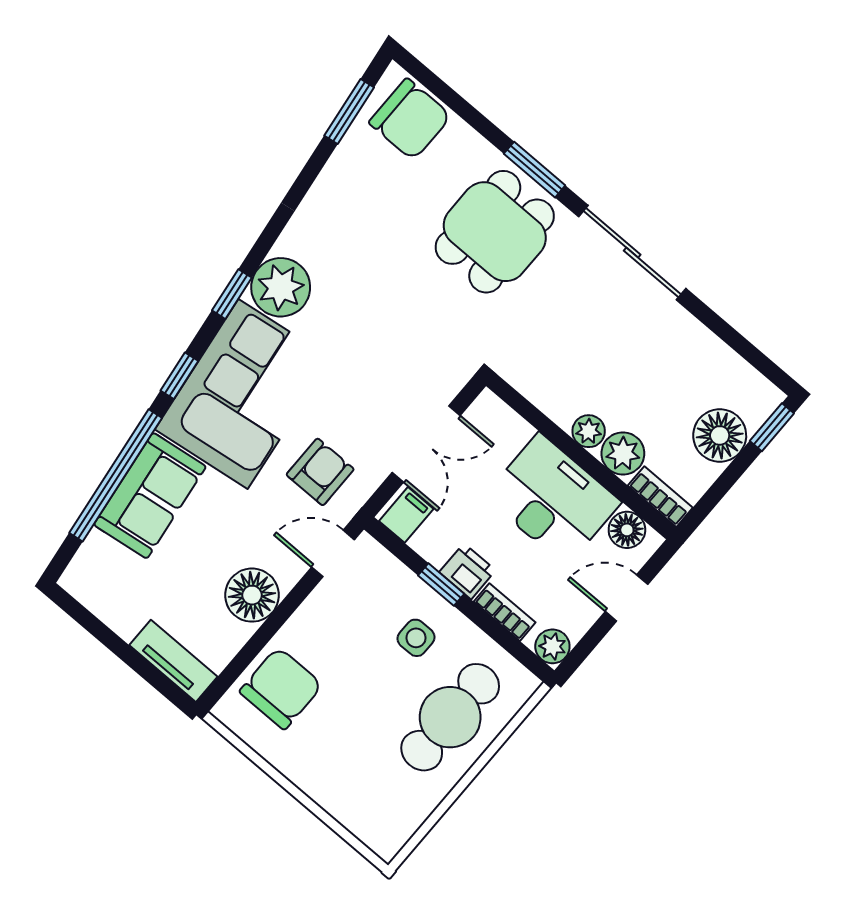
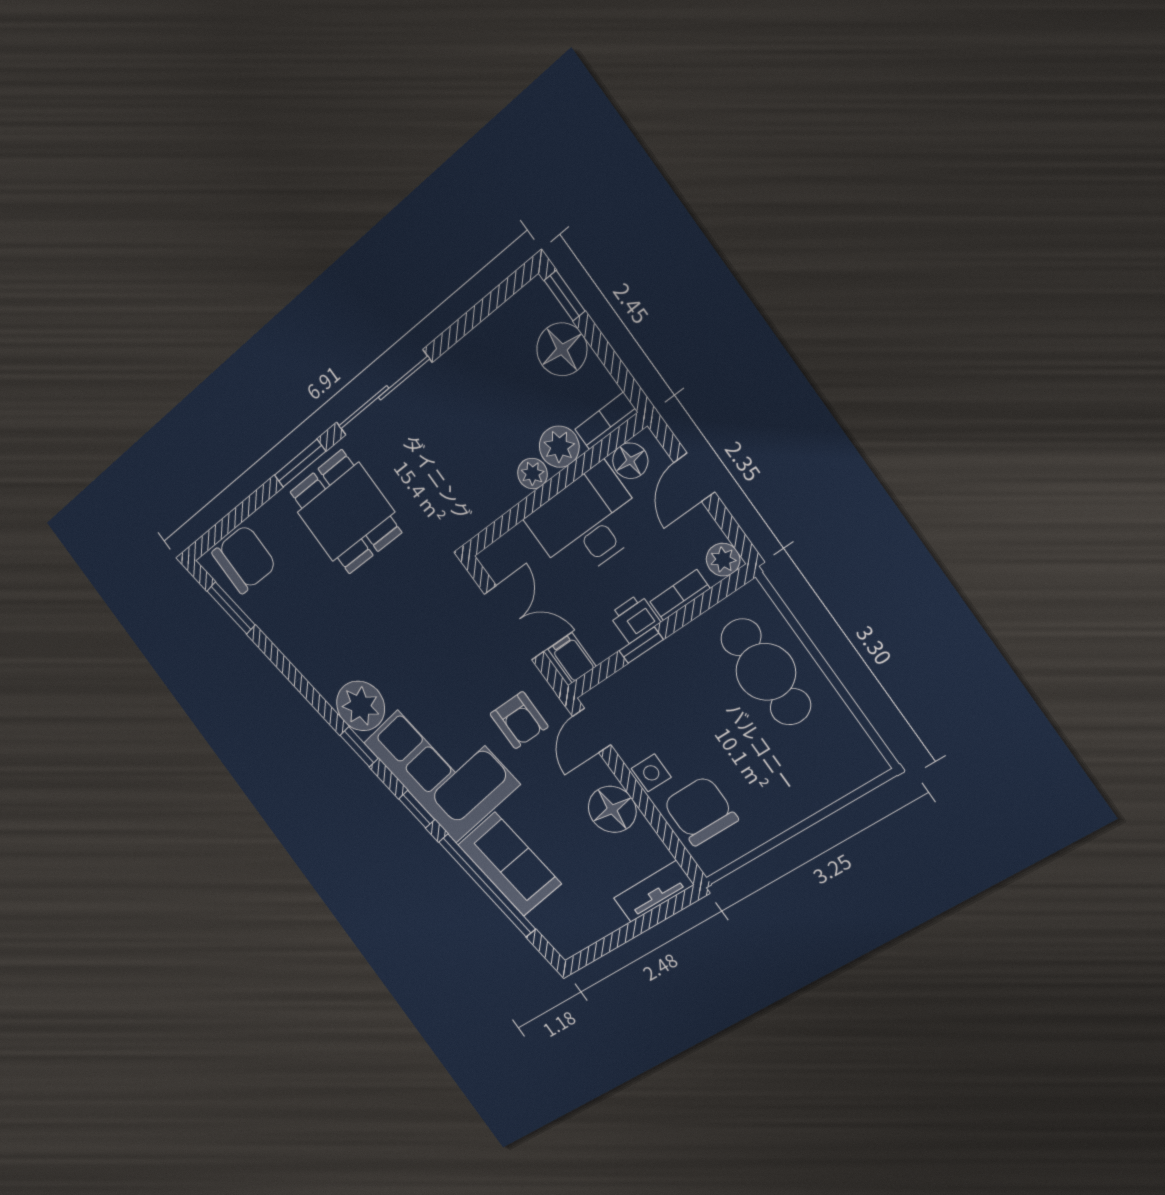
armchair: (320, 472) -> (519, 720), turned 180
side table: (416, 638) -> (651, 773), moved

